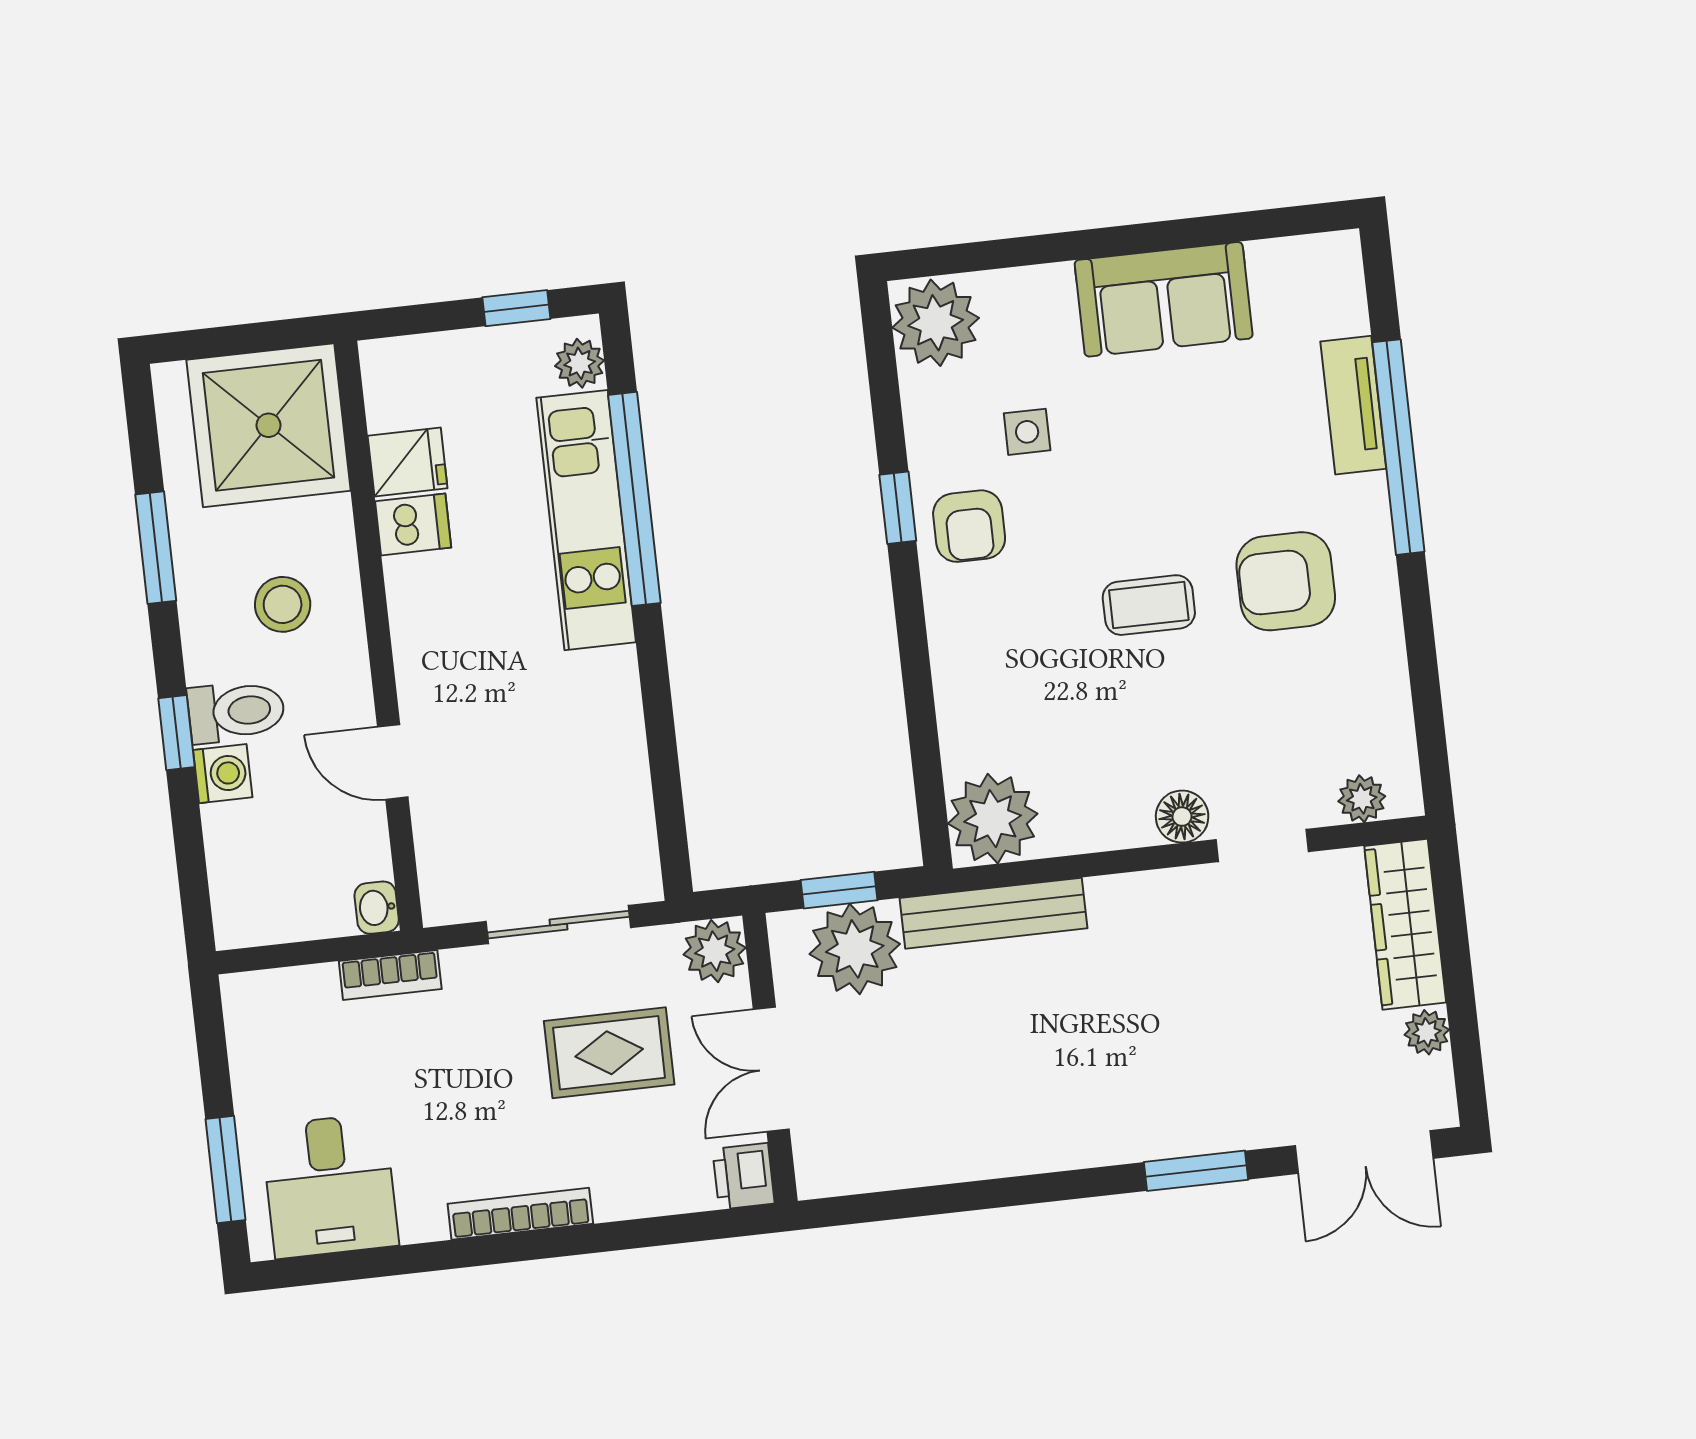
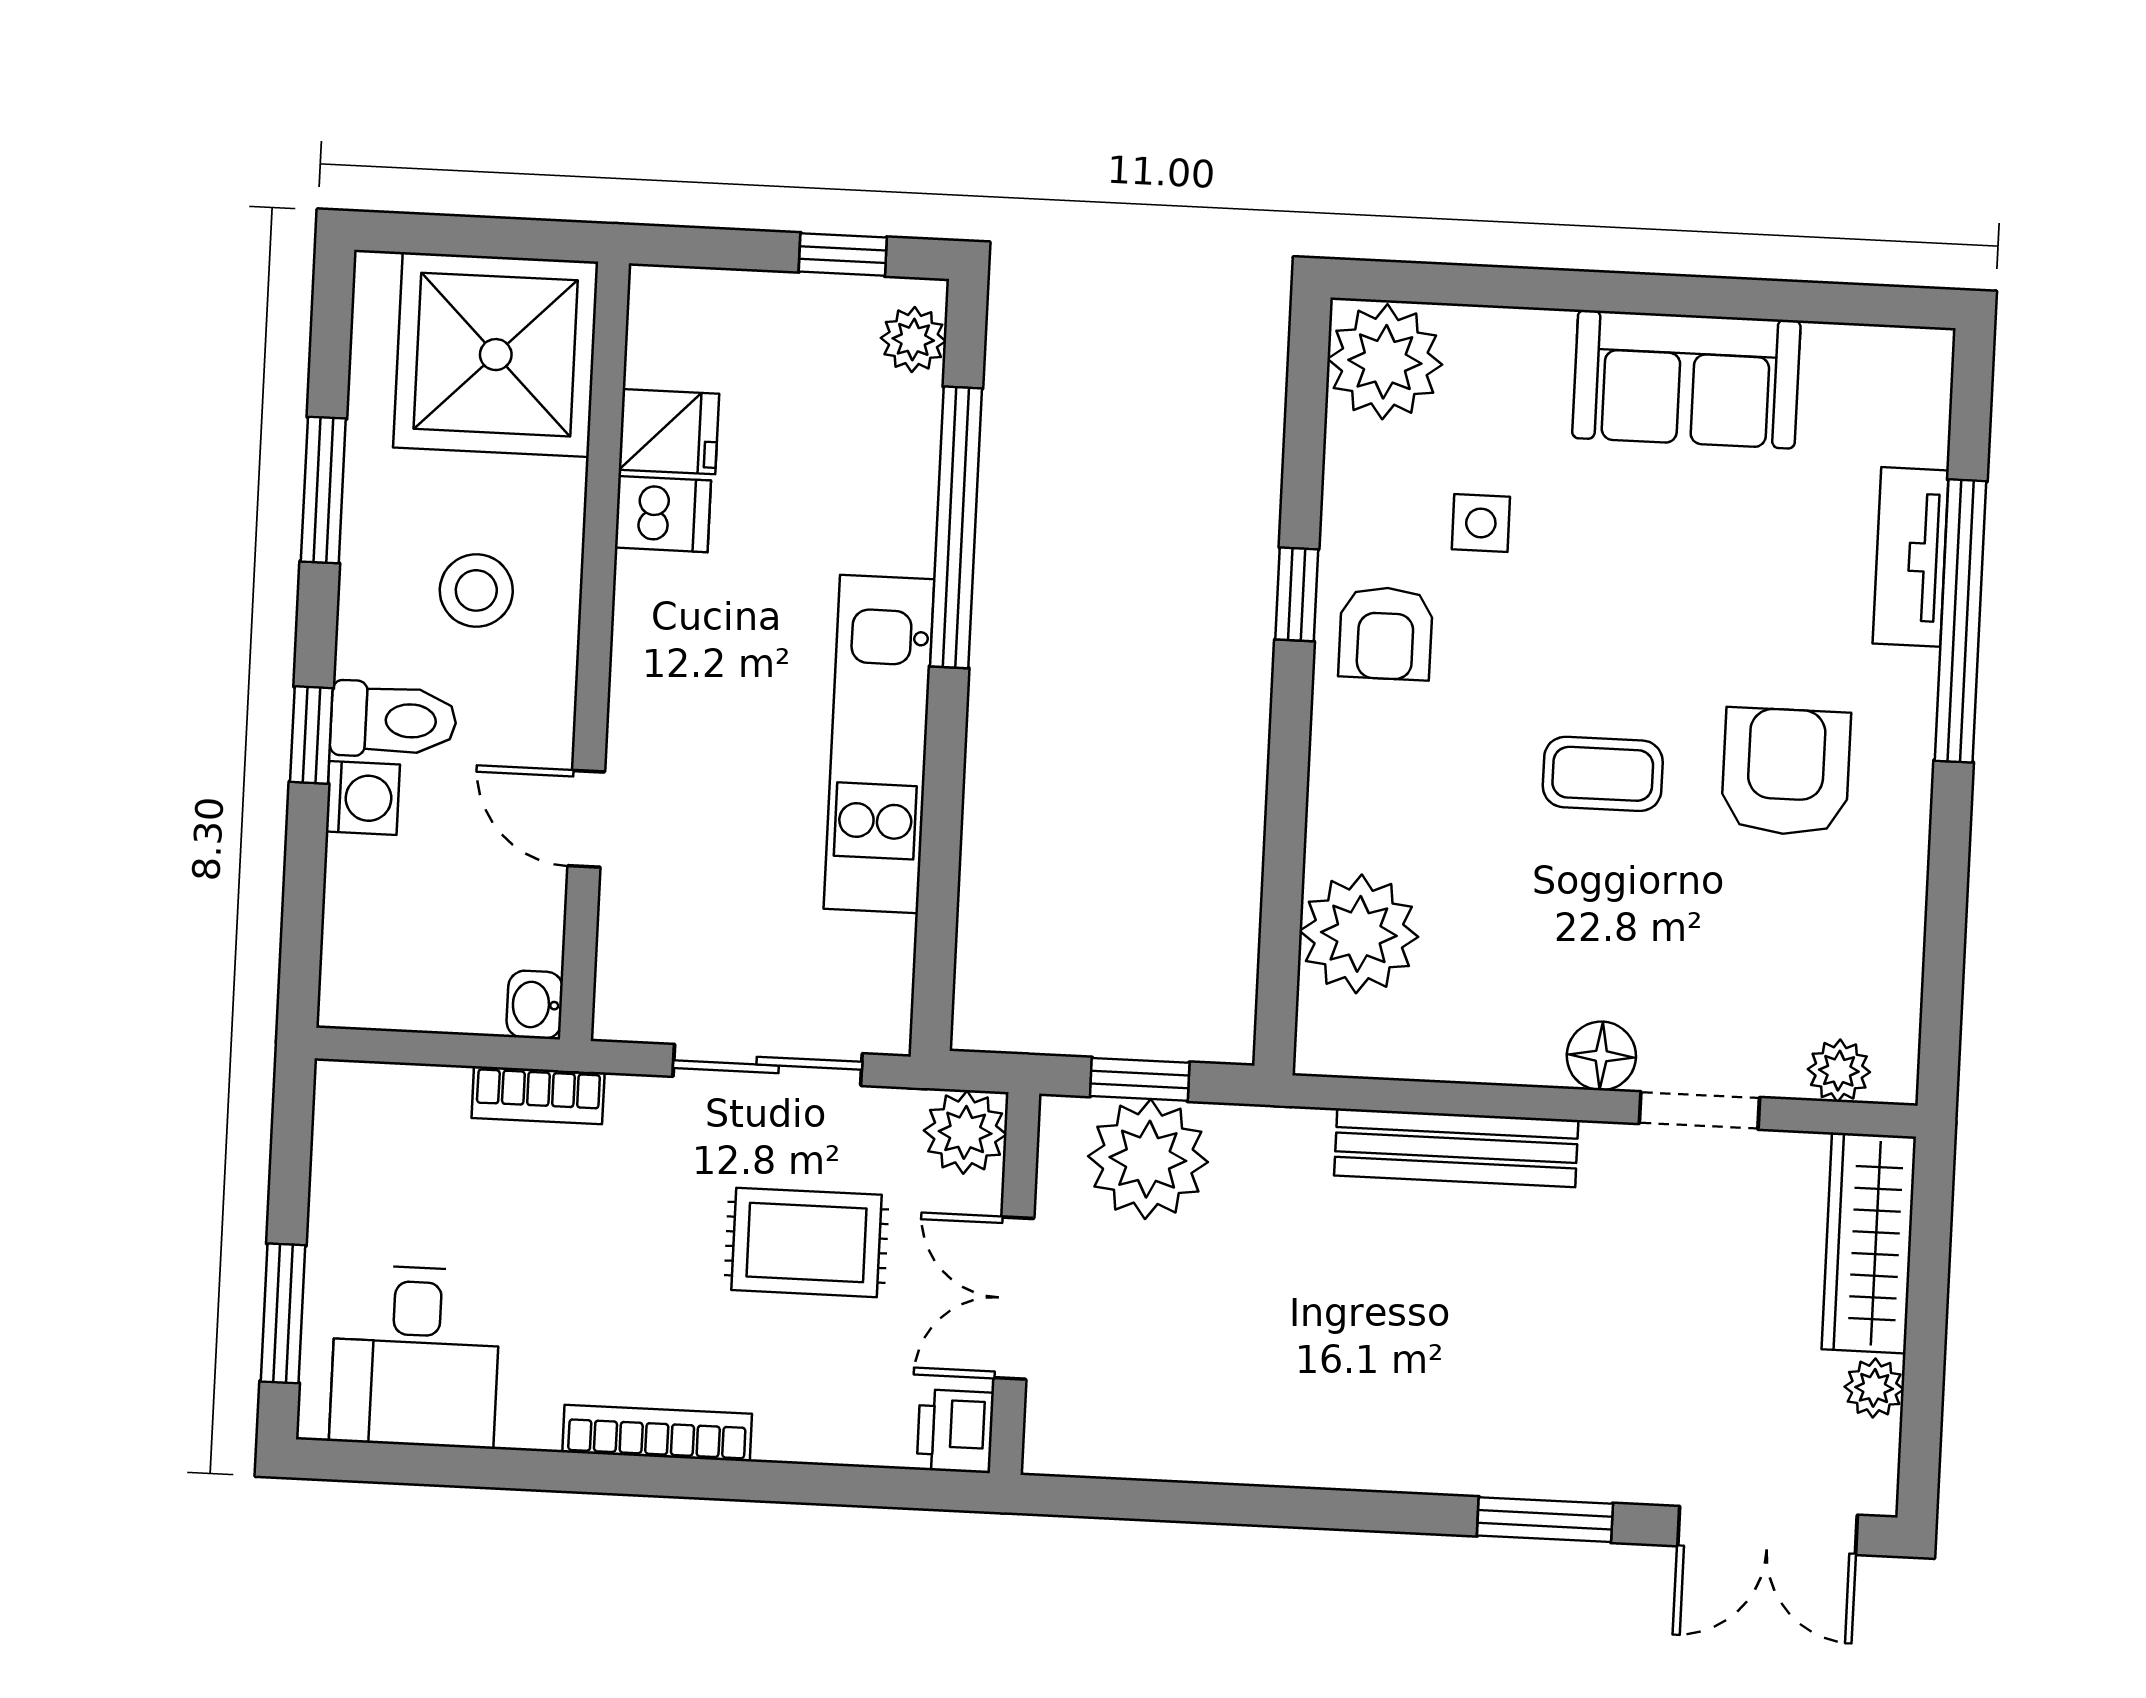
kitchen unit: (586, 520) -> (879, 744), moved
armchair: (1286, 581) -> (1786, 772), turned 90
plant: (993, 819) -> (1359, 934), moved
bench: (994, 913) -> (1456, 1148), moved

